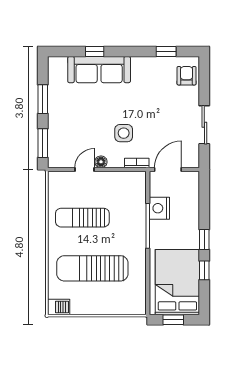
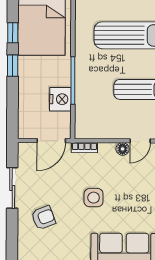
armchair: (187, 76) -> (43, 218), moved, turned -111
side table: (124, 133) -> (94, 198), moved

